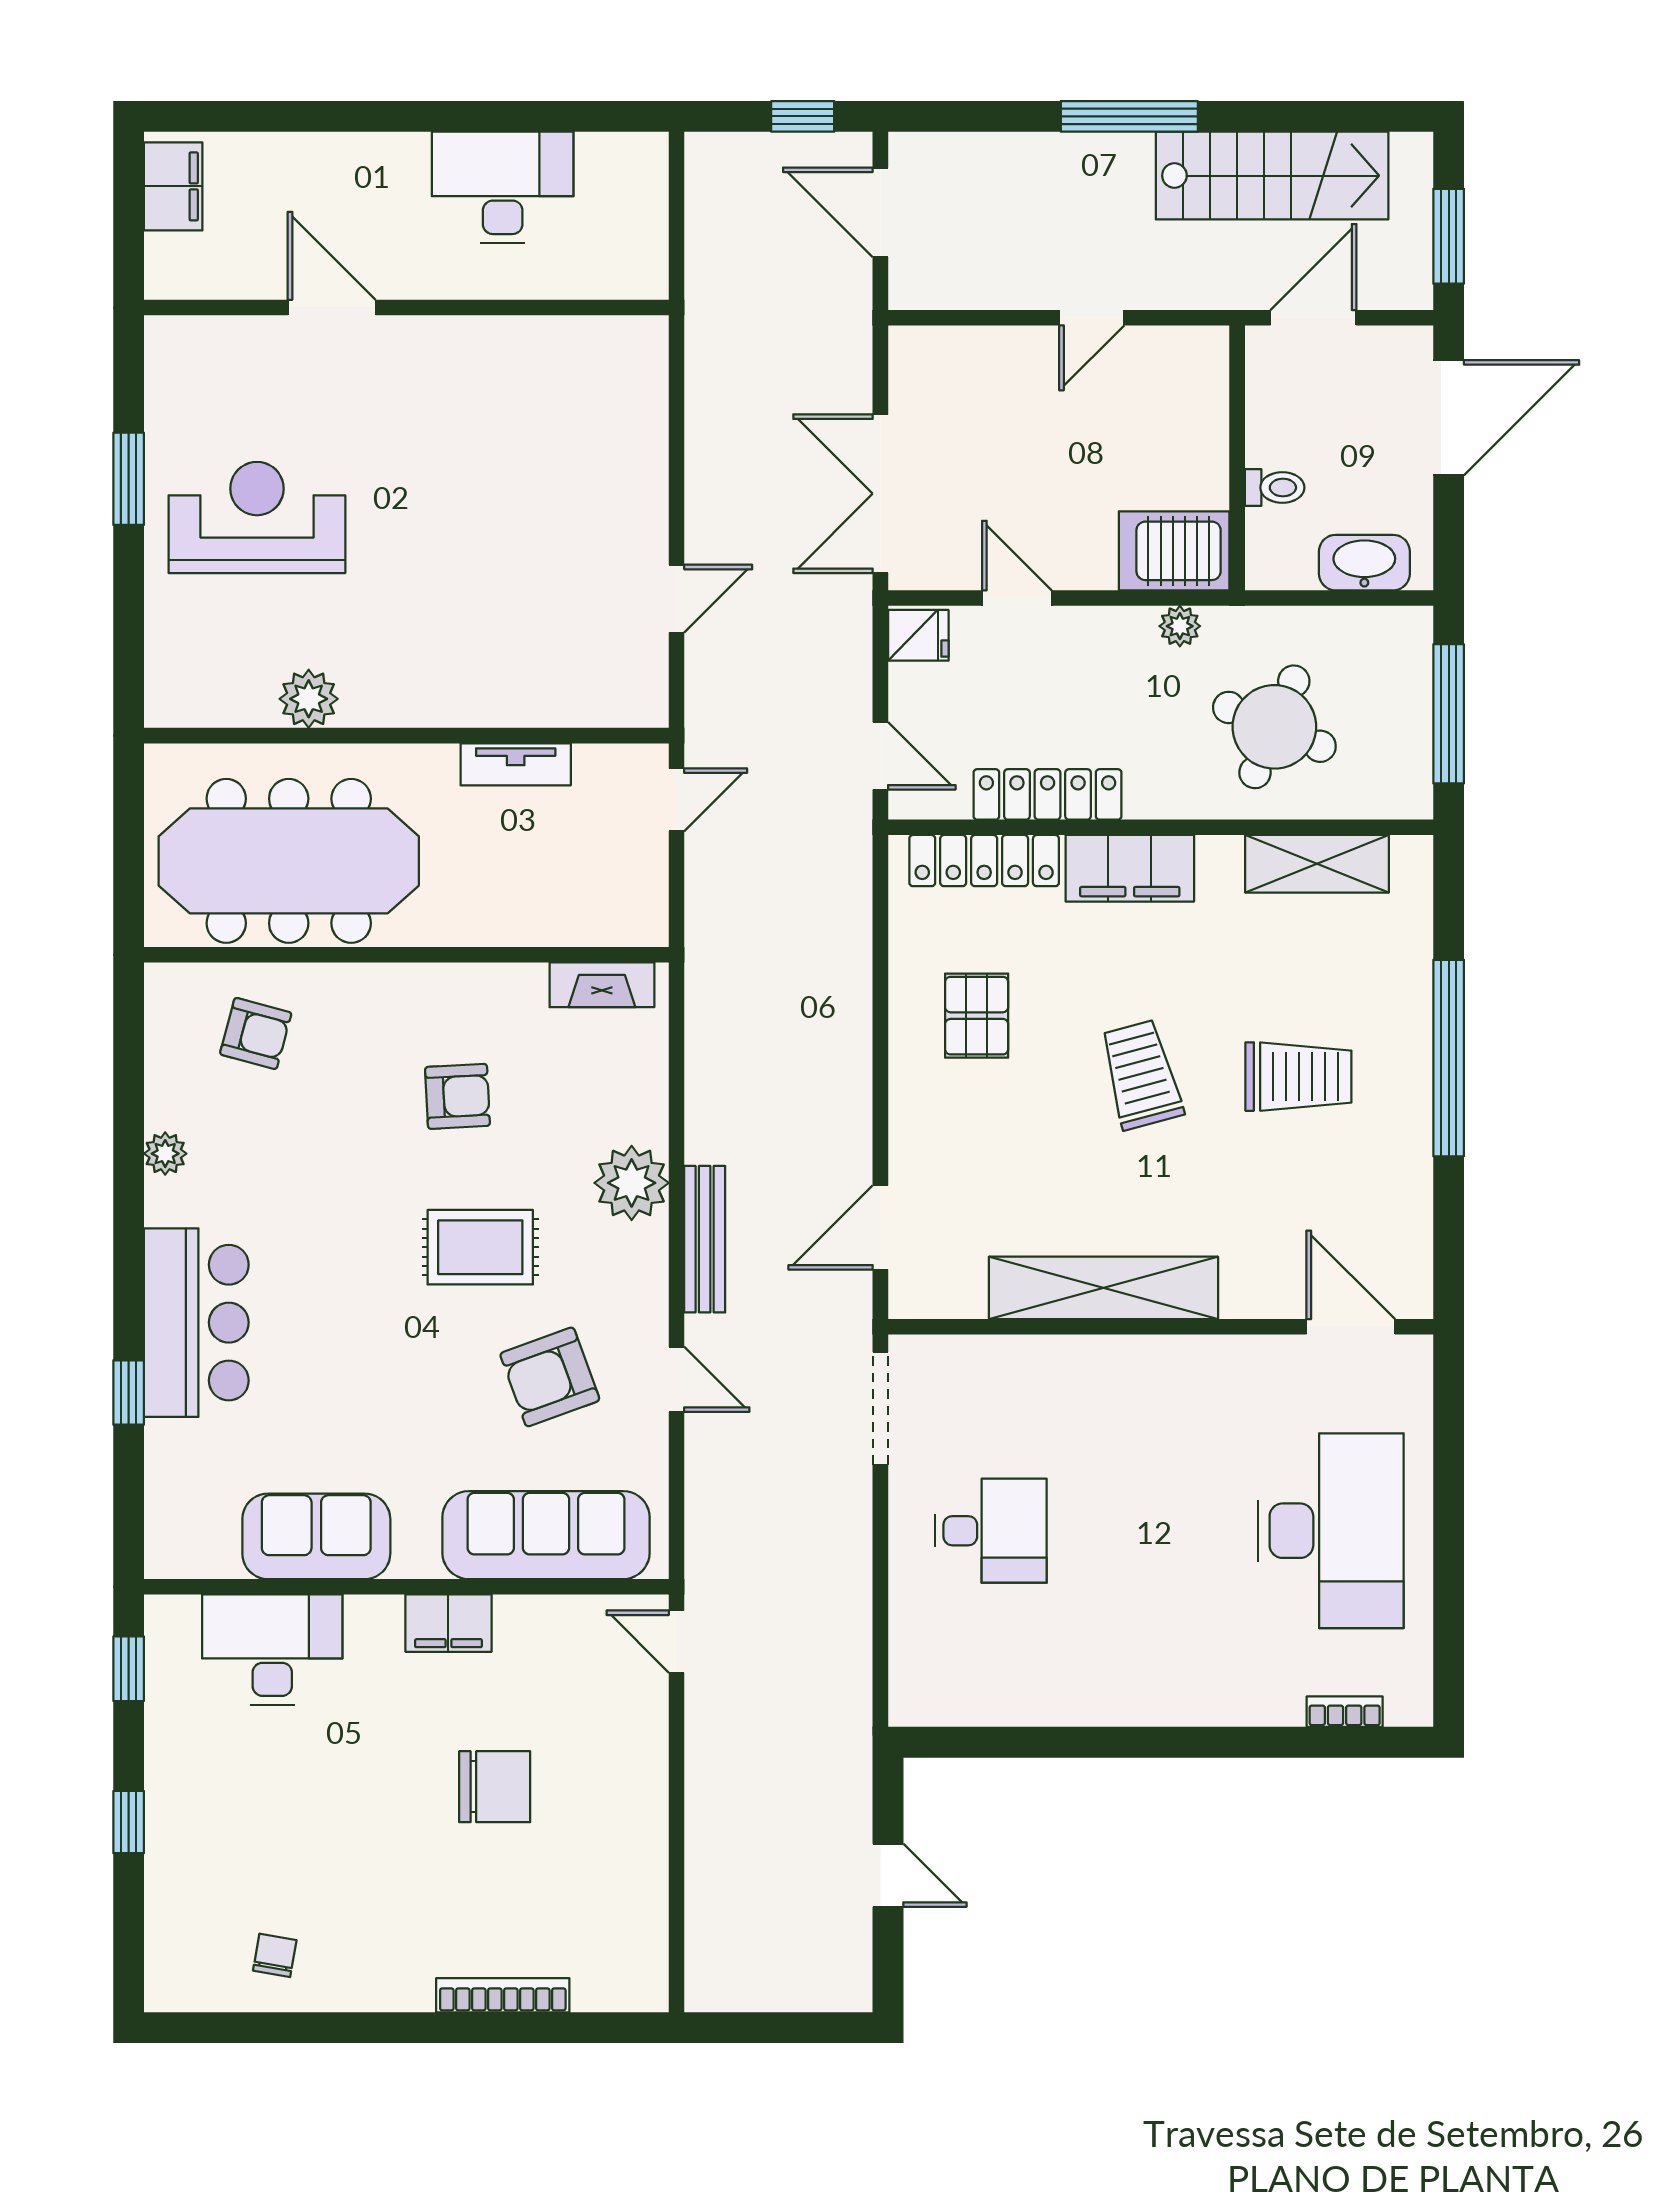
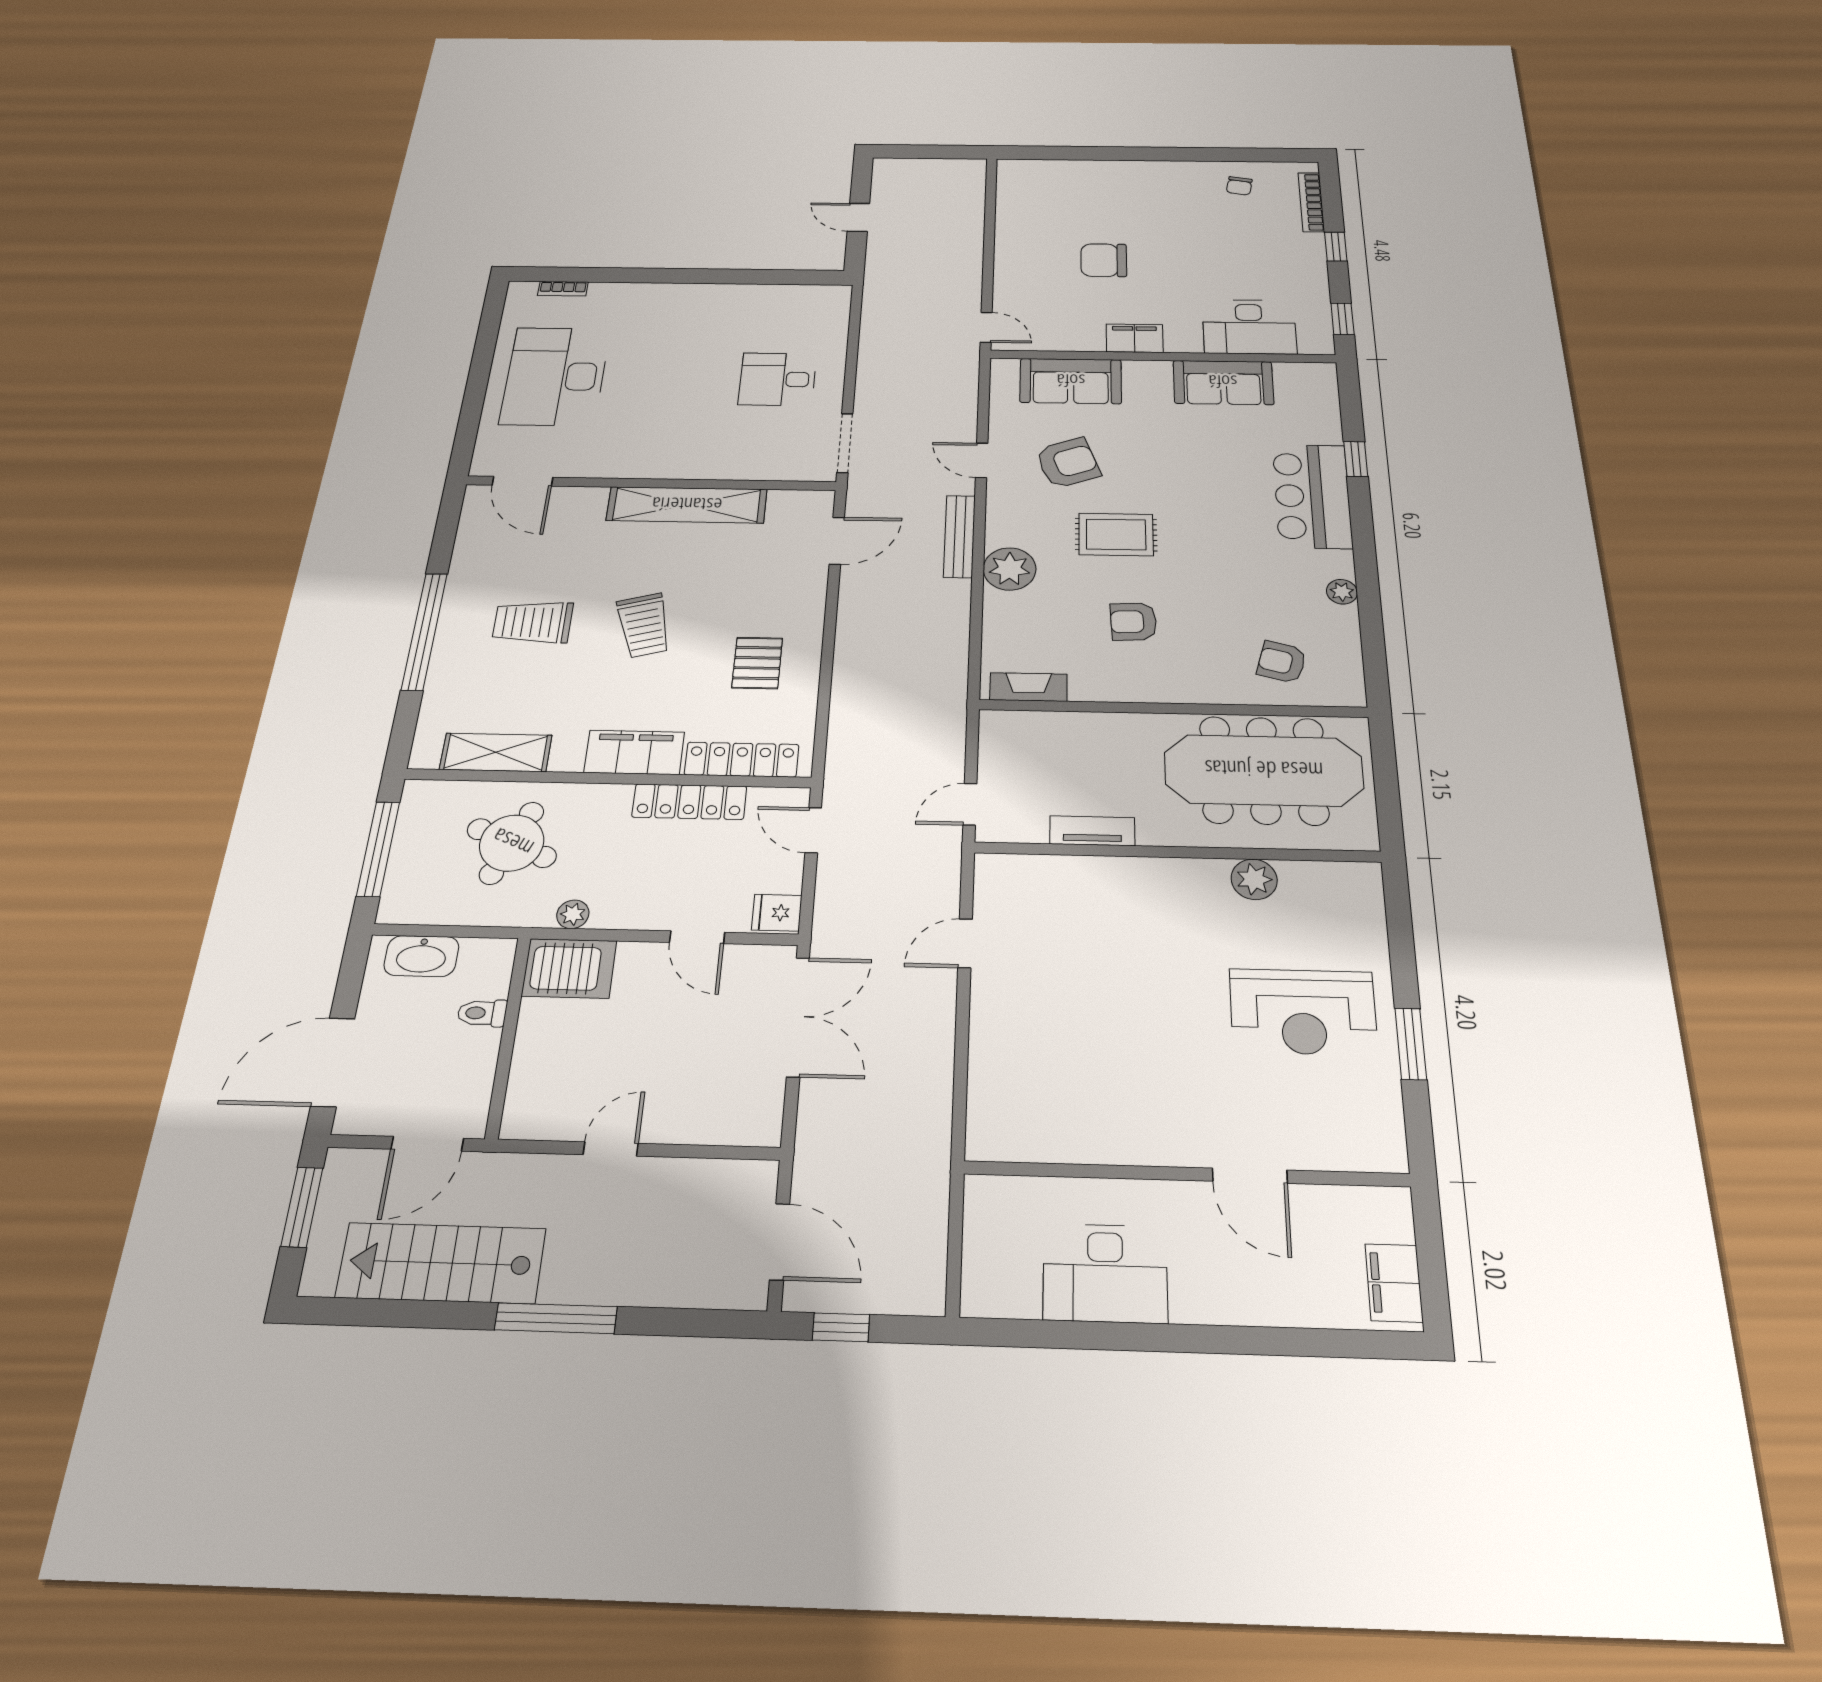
sofa: (546, 1535) -> (1071, 381), width x0.73
bookcase: (503, 1995) -> (1311, 202), moved, turned 90

